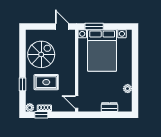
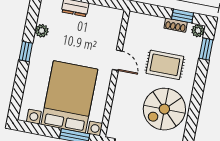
window: (135, 74) -> (26, 51), added
window: (22, 84) -> (206, 49), moved
door: (77, 102) -> (117, 60), moved

